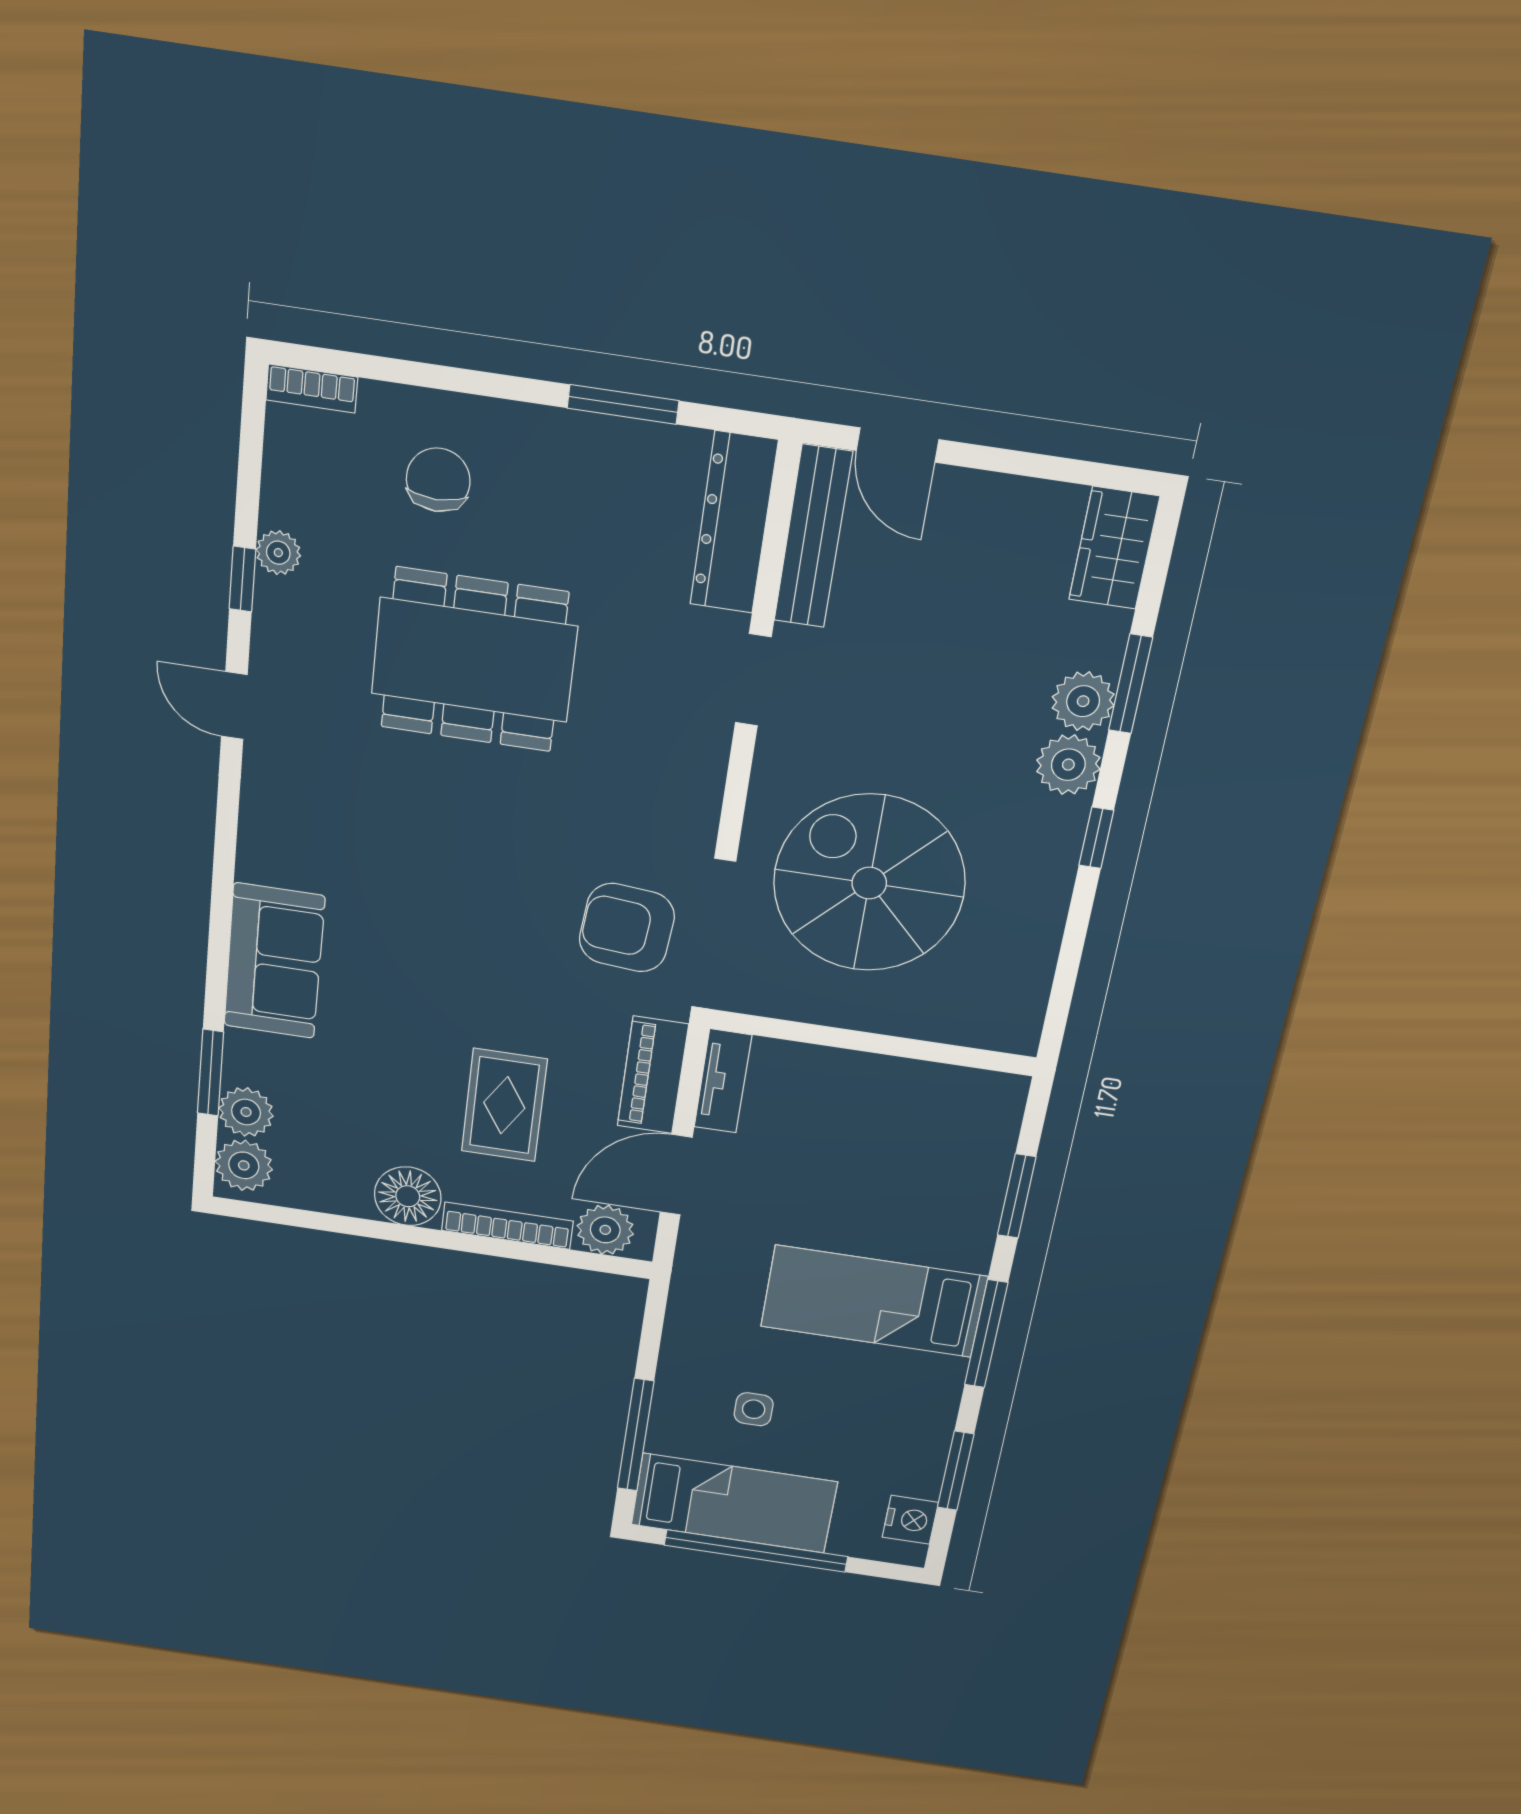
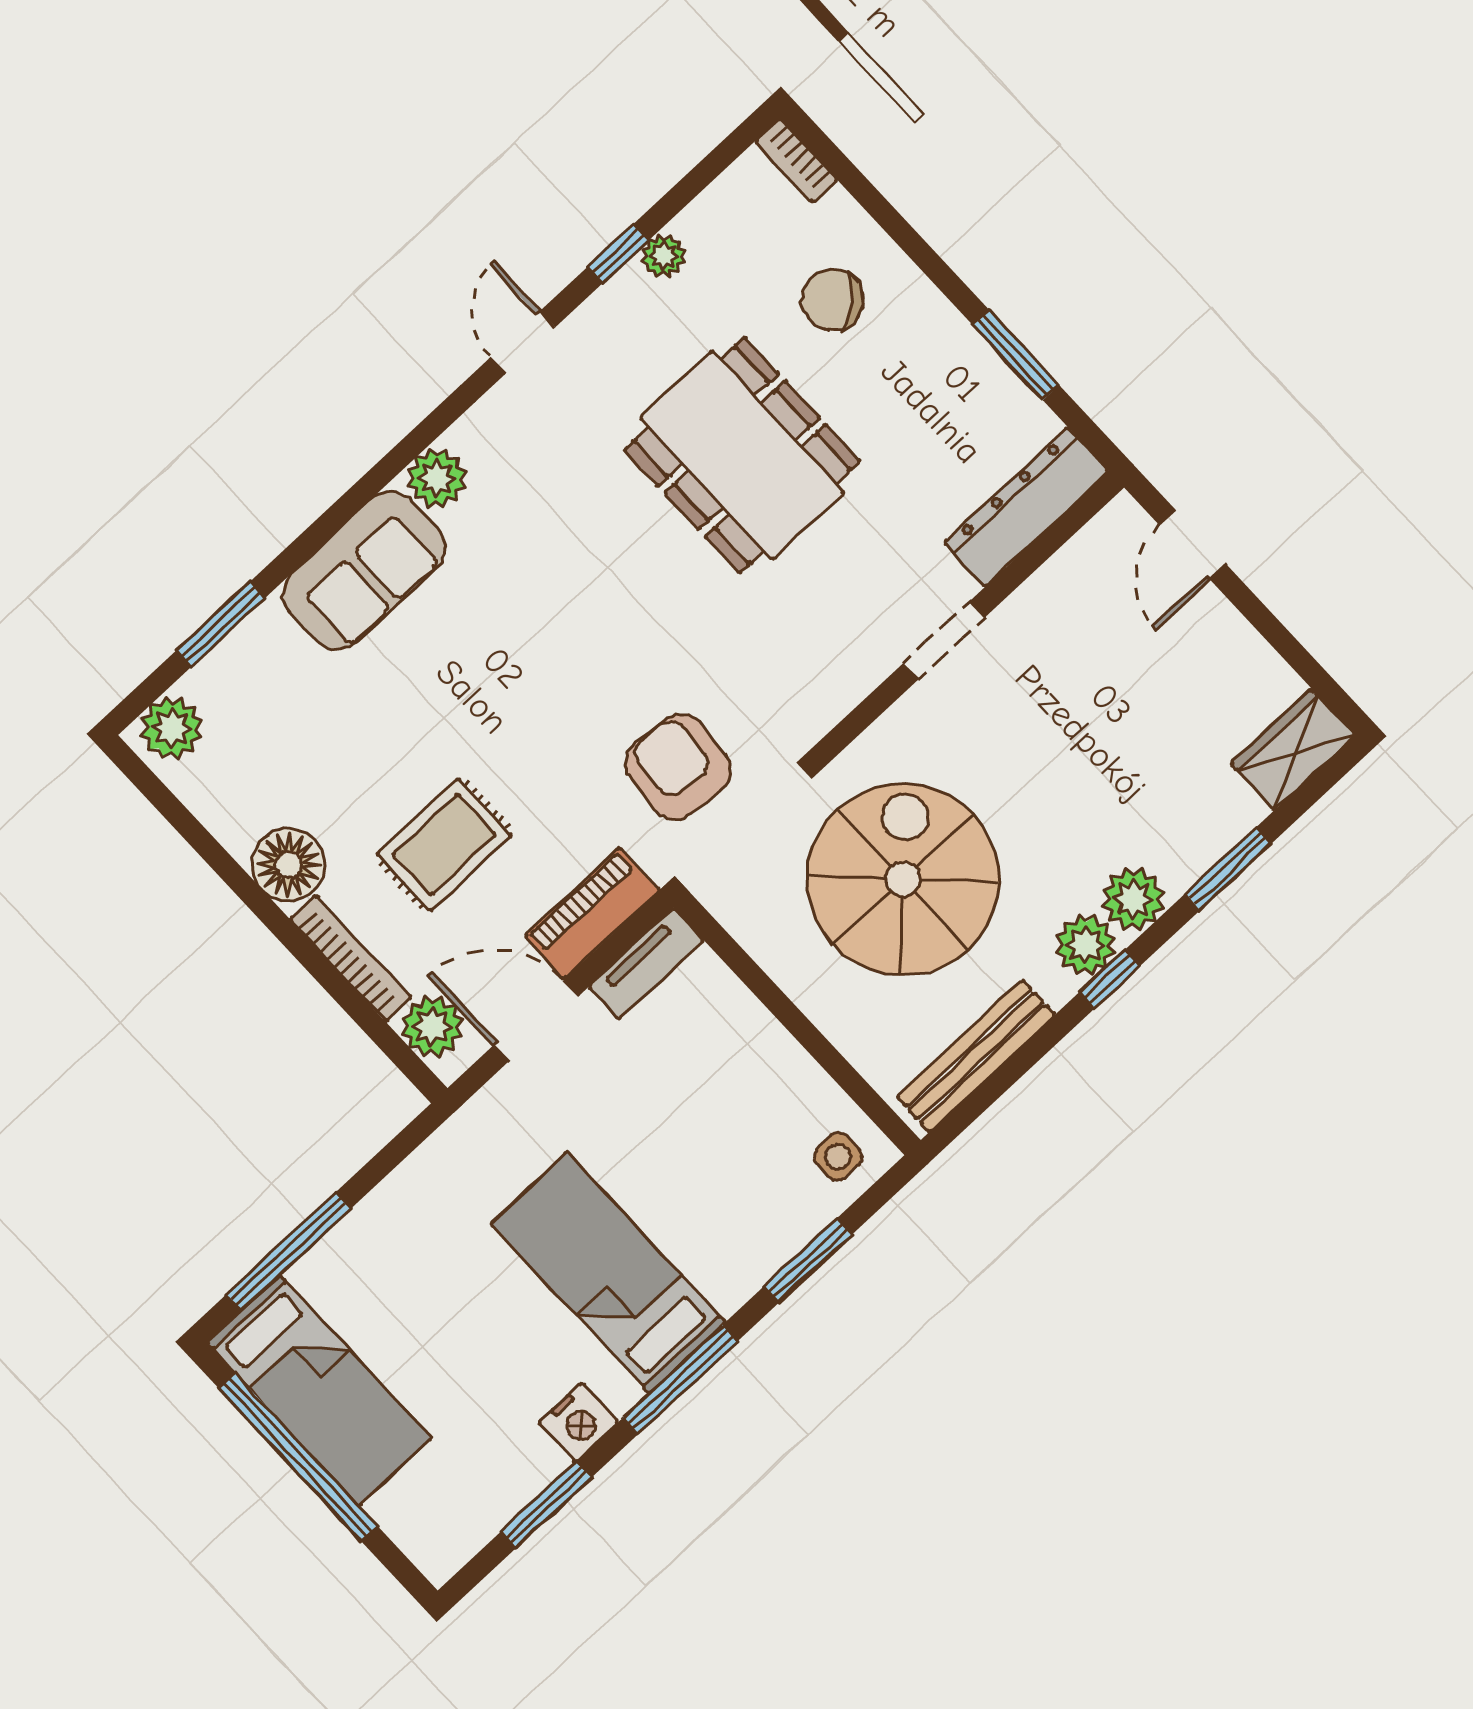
chair: (438, 480) -> (833, 300), turned -131
bench: (813, 537) -> (976, 1056), moved
plant: (1083, 701) -> (1086, 945), moved
plant: (246, 1112) -> (437, 479), moved
side table: (754, 1409) -> (838, 1157), moved
nightstand: (910, 1520) -> (578, 1422), moved

